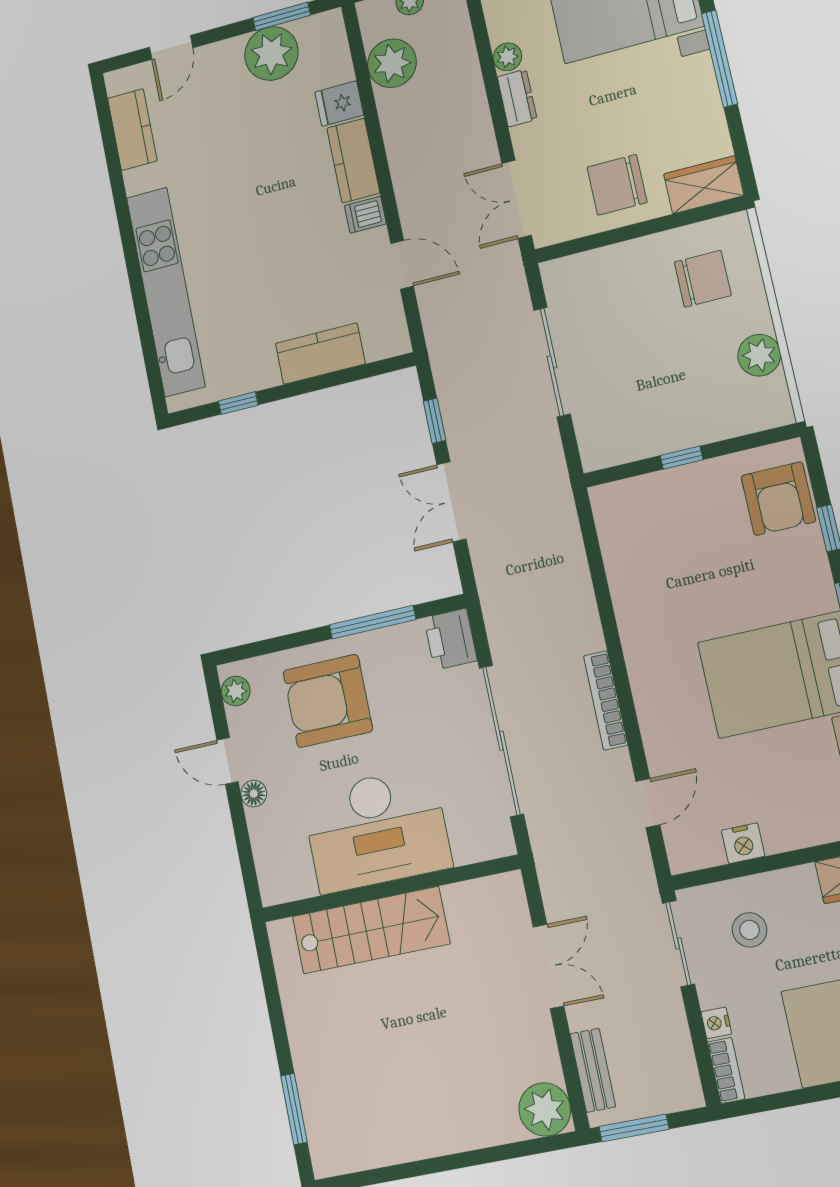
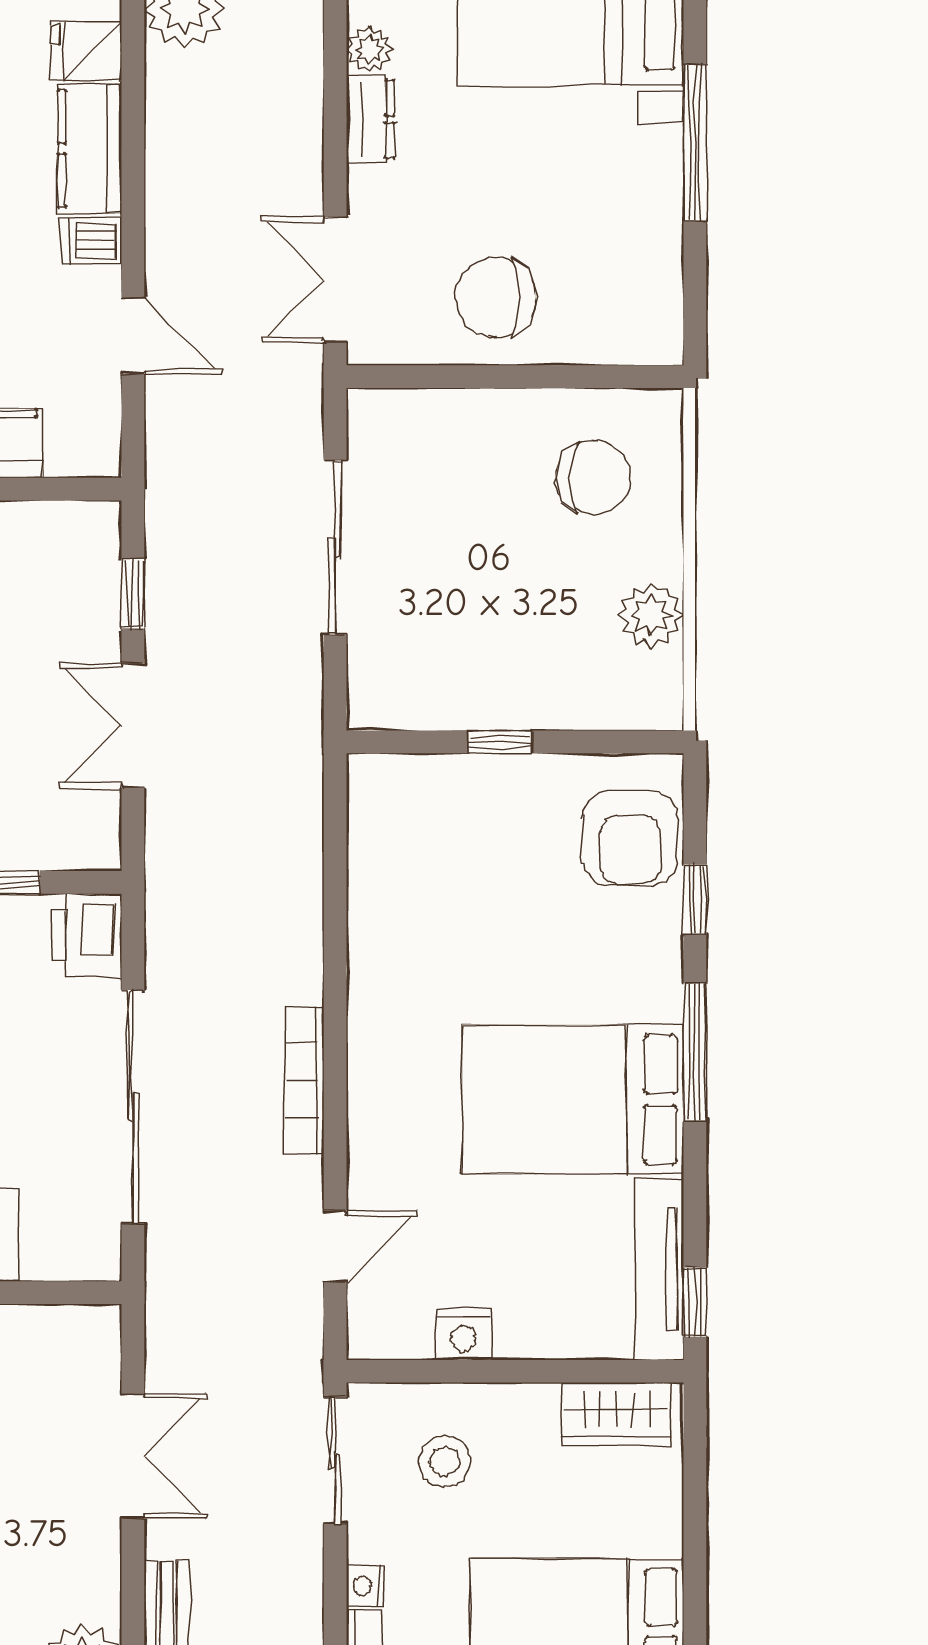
wardrobe: (704, 185) -> (627, 333), removed

